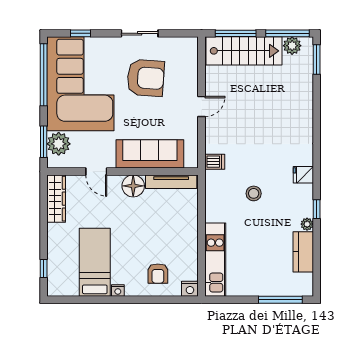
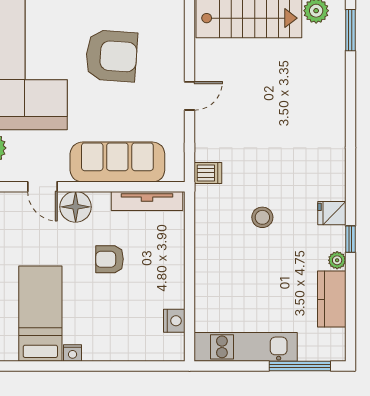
fridge: (303, 175) -> (332, 213), moved
floor lamp: (133, 186) -> (76, 207), moved
kitchen unit: (215, 260) -> (246, 347), moved, turned -90
armchair: (158, 274) -> (110, 259), moved, turned 90
nightstand: (190, 289) -> (174, 321), moved, turned -90

